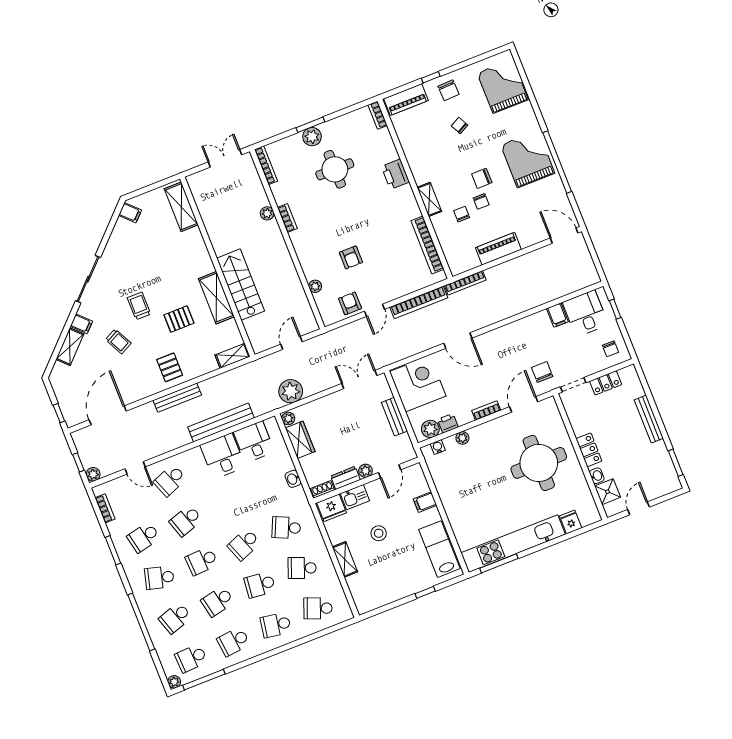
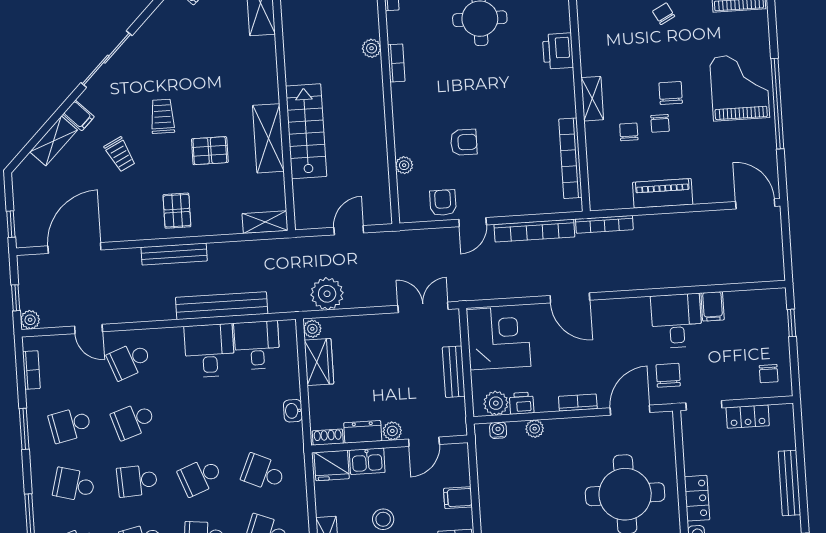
chair: (482, 178) -> (671, 93), turned 90
armchair: (351, 257) -> (464, 142), turned -90
desk: (585, 313) -> (676, 321), moved

